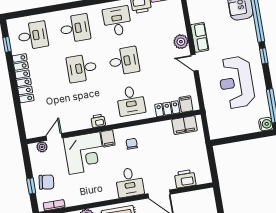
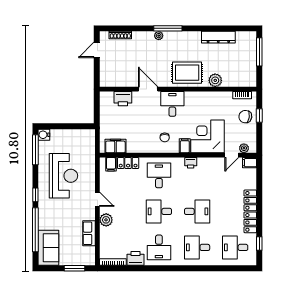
row of seats: (200, 37) -> (89, 233), moved
filing cabinet: (33, 132) -> (250, 163), added

